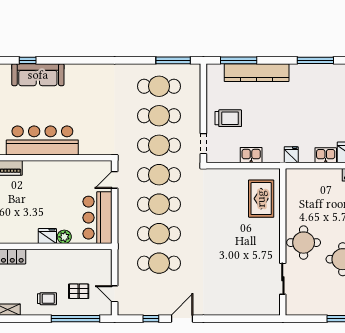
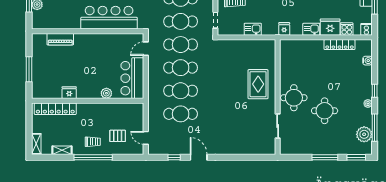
bar counter: (42, 140) -> (109, 18), moved
rug: (261, 199) -> (258, 84), moved
fridge: (47, 236) -> (69, 93), moved
window: (75, 319) -> (93, 157), moved
door: (182, 319) -> (199, 157), hinge flipped

